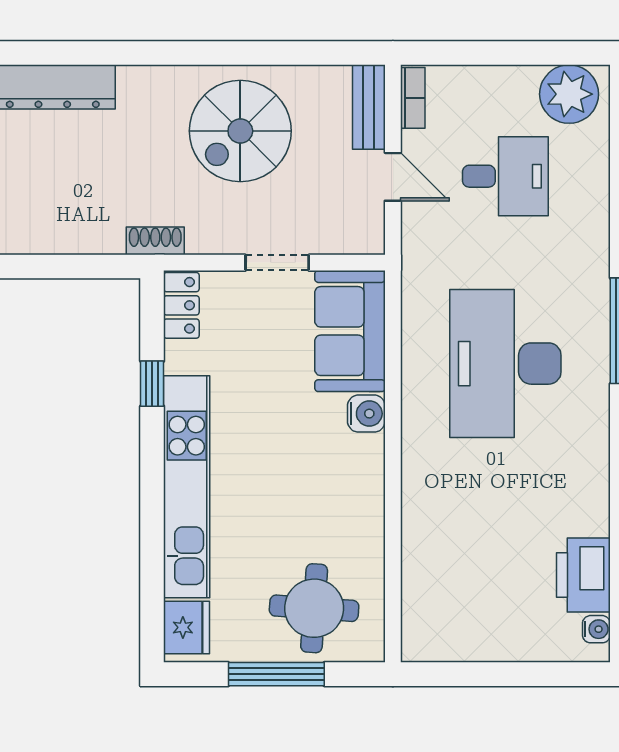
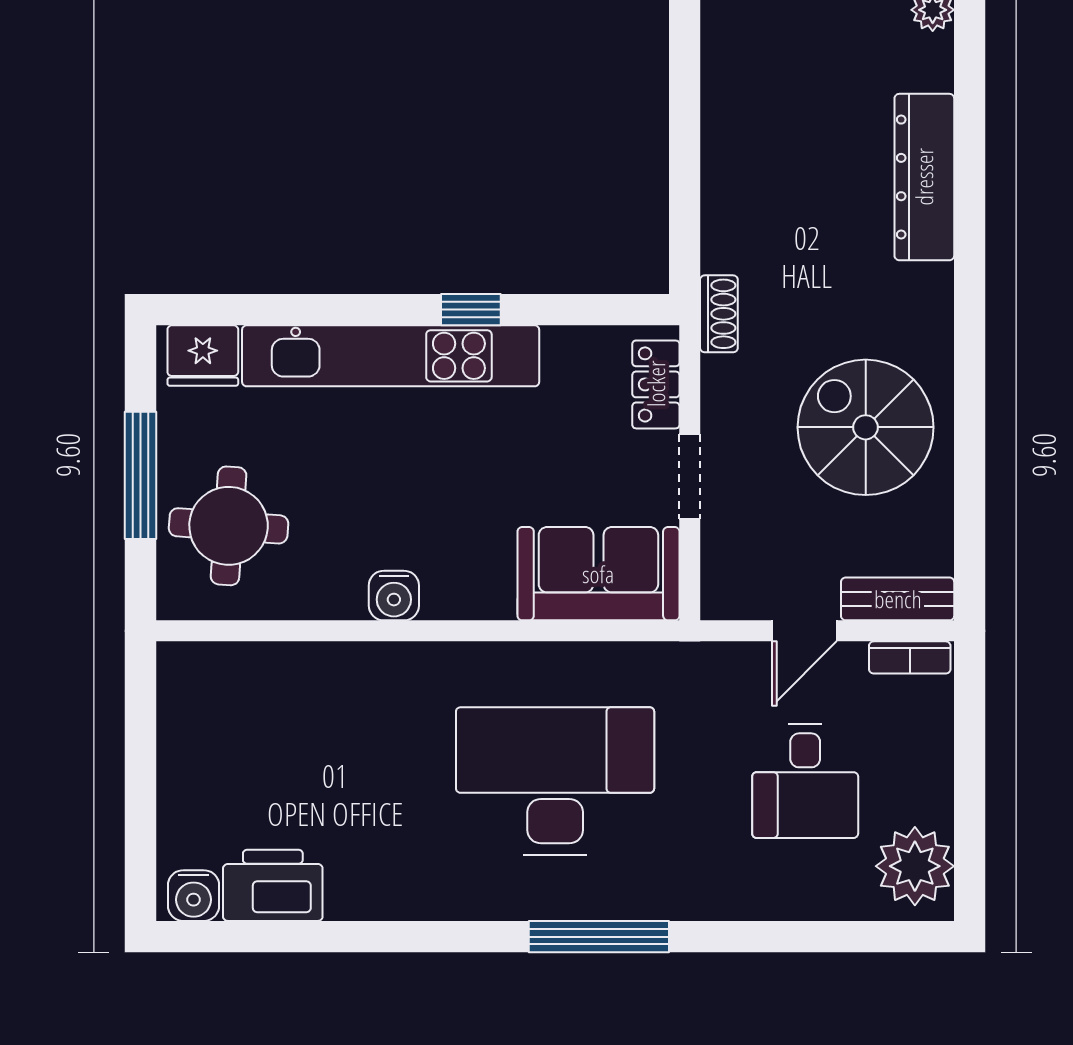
locker: (181, 305) -> (656, 384), moved, turned 90
window: (152, 384) -> (471, 310), moved
water cooler: (366, 414) -> (394, 596), moved
water cooler: (596, 629) -> (194, 896), width x1.38, depth x1.38

